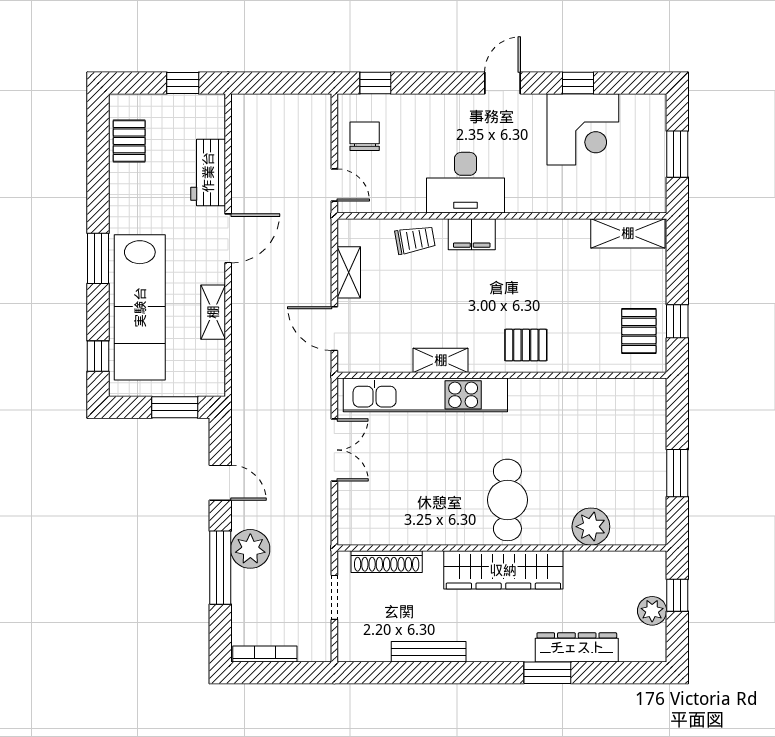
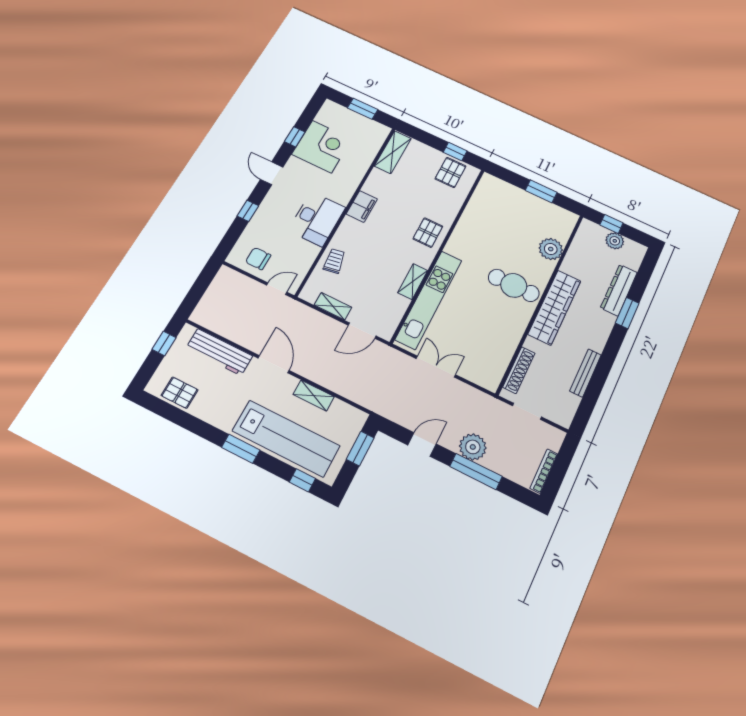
window: (375, 83) -> (248, 211), moved
workbench: (208, 172) -> (219, 352), width x1.38
filing cabinet: (472, 234) -> (362, 206), moved
pallet: (639, 331) -> (451, 172), turned 90

